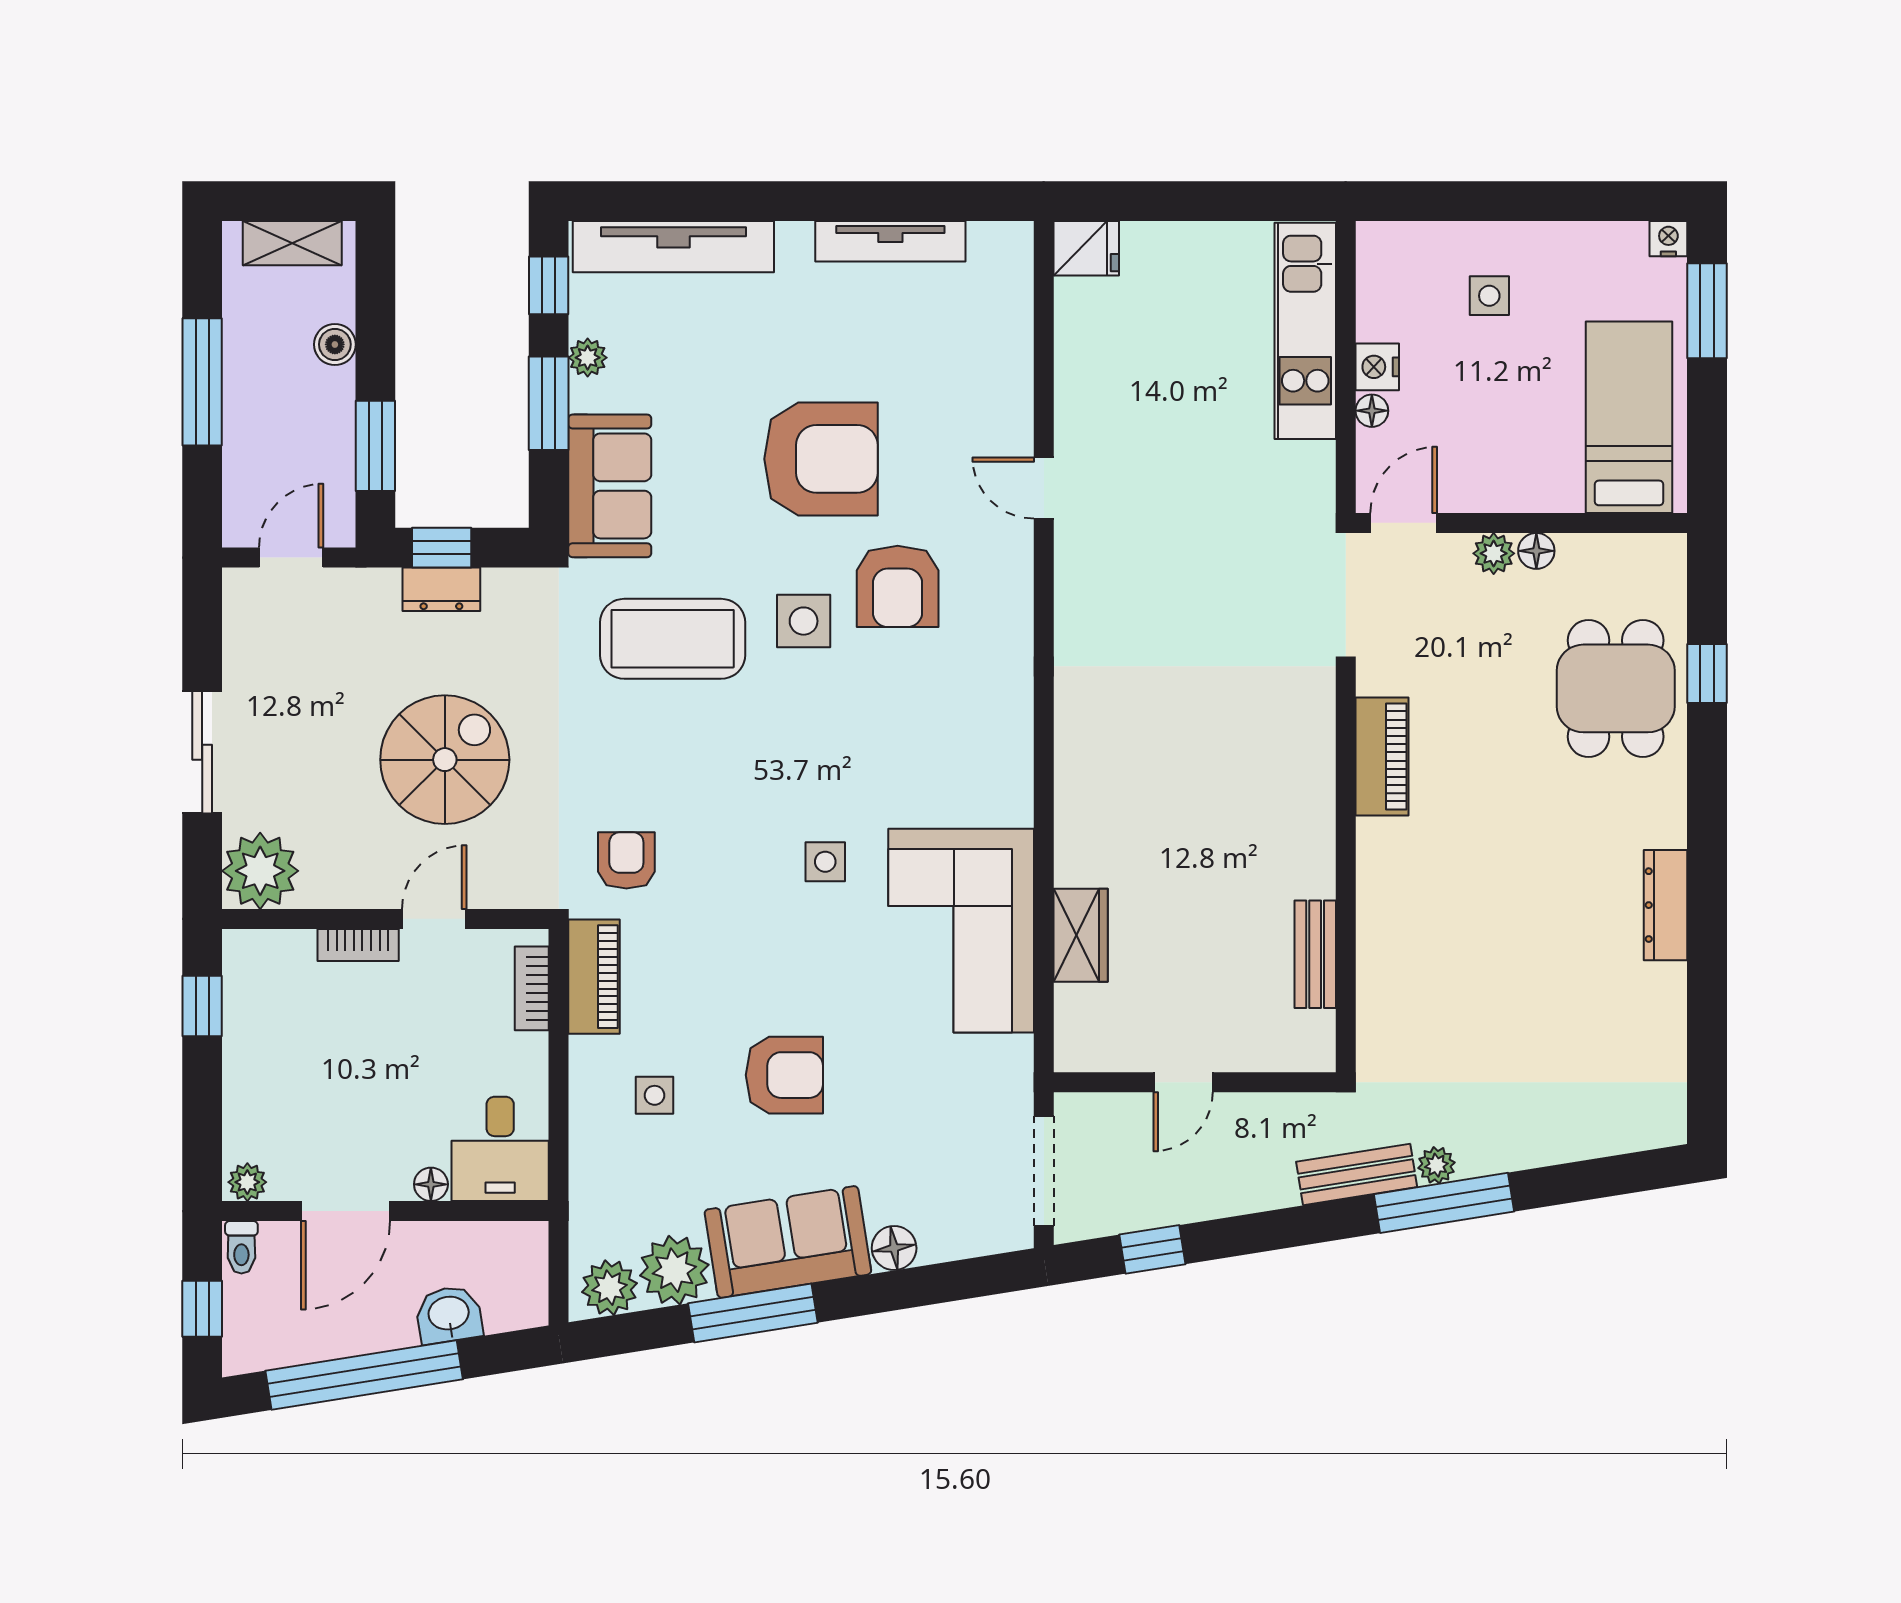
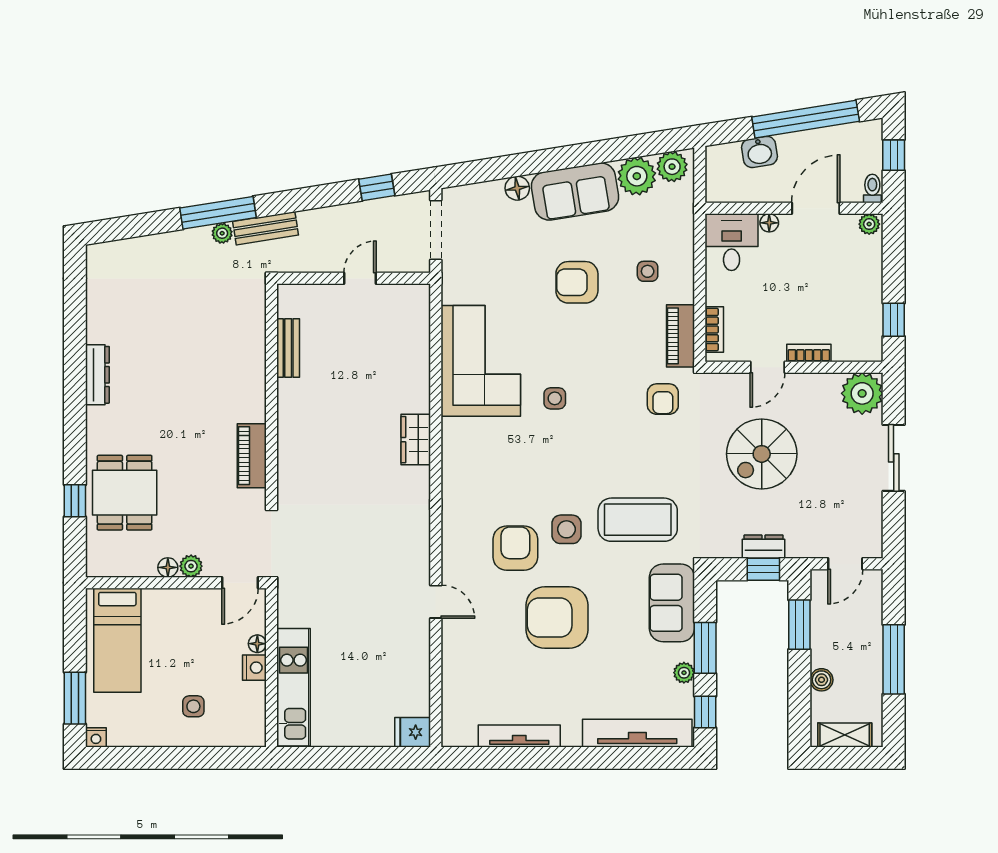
wardrobe: (1081, 935) -> (416, 440), moved
window: (753, 1313) -> (594, 153), removed

